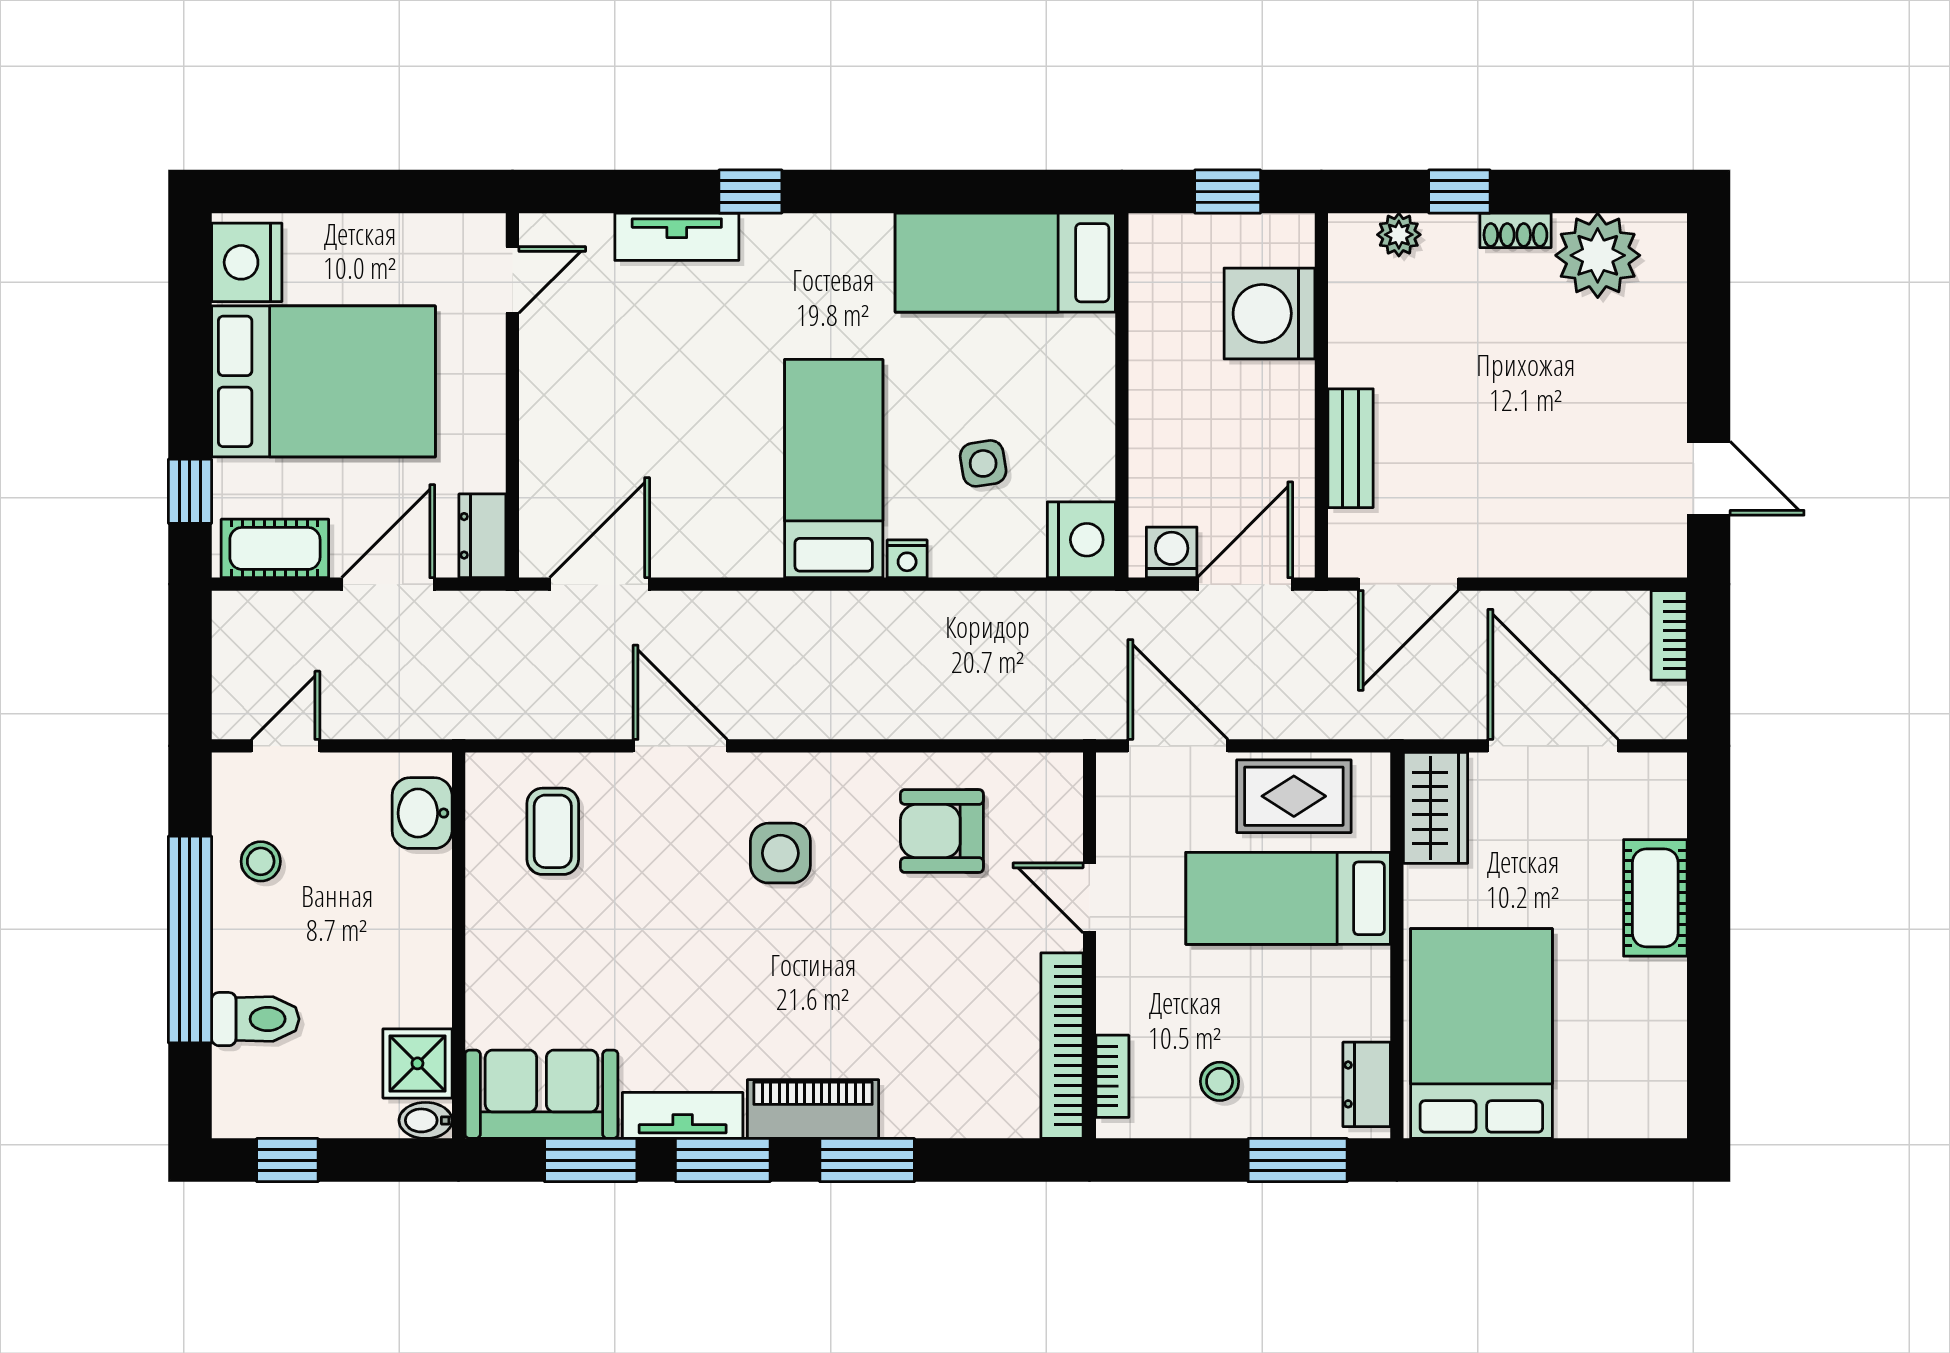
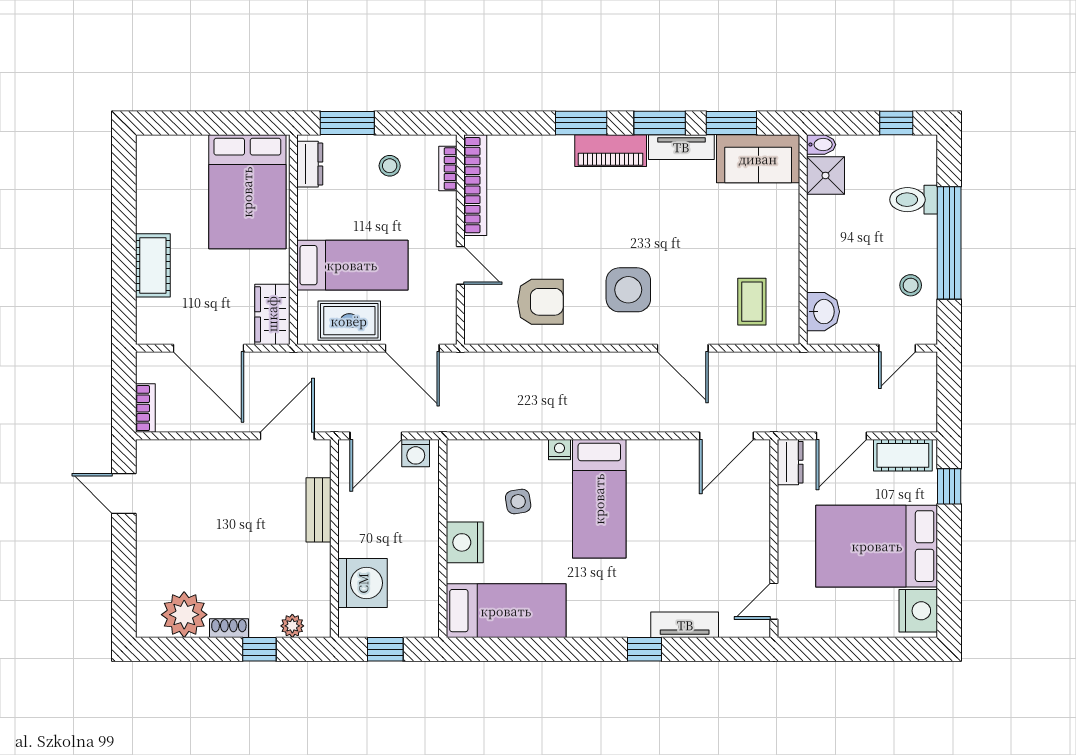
nightstand: (1081, 540) -> (465, 542), moved
side table: (780, 853) -> (628, 290), width x1.37, depth x1.37

